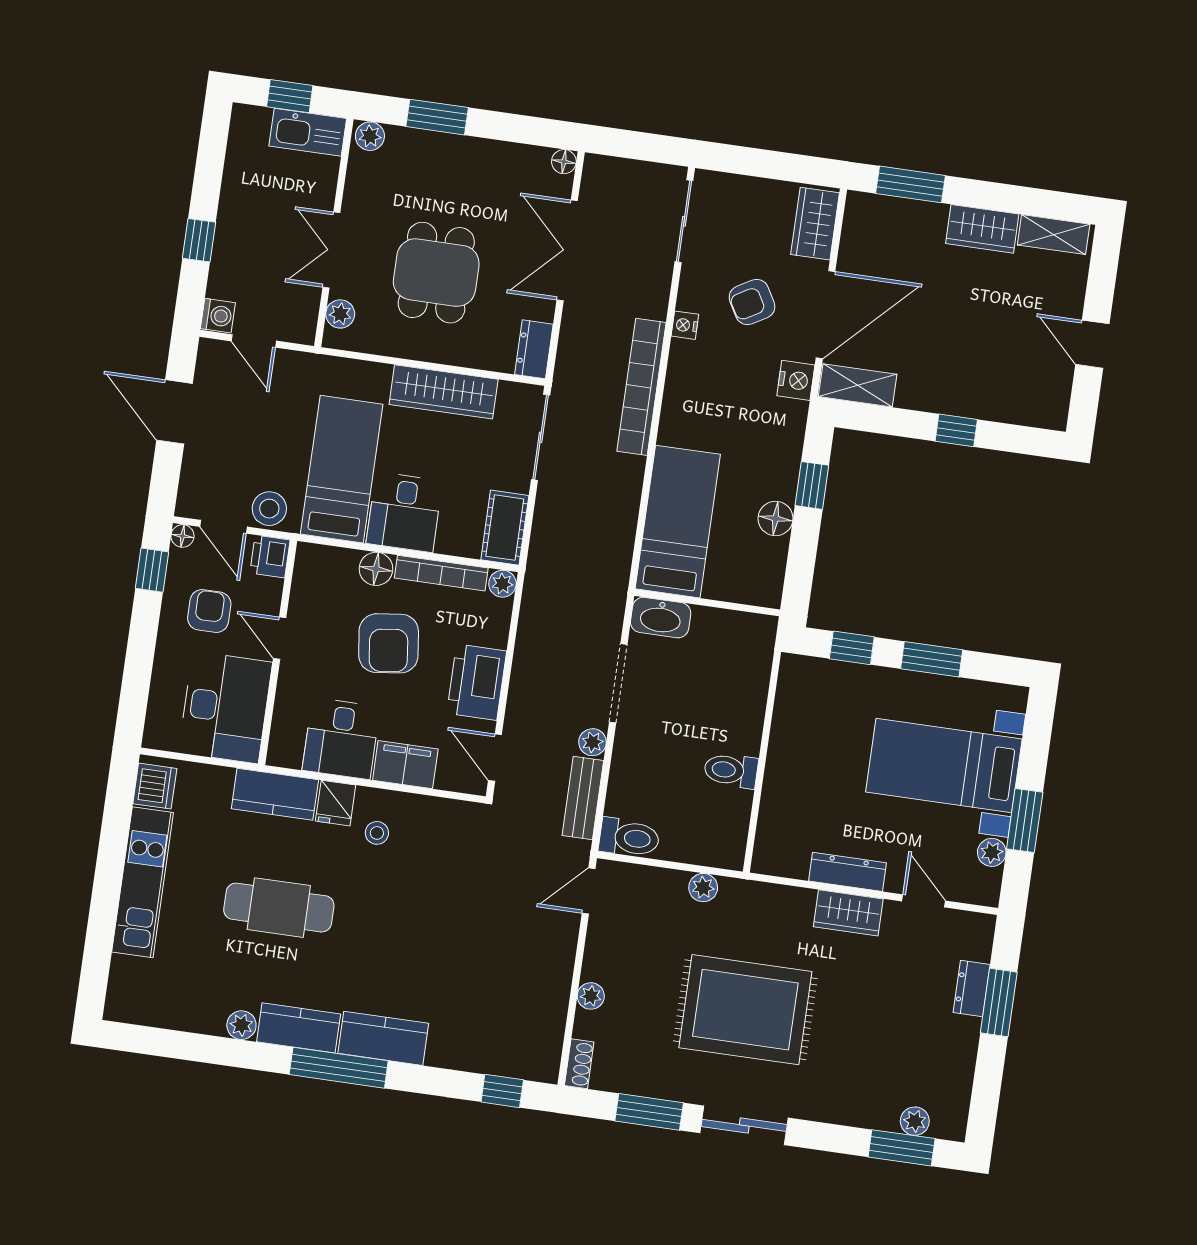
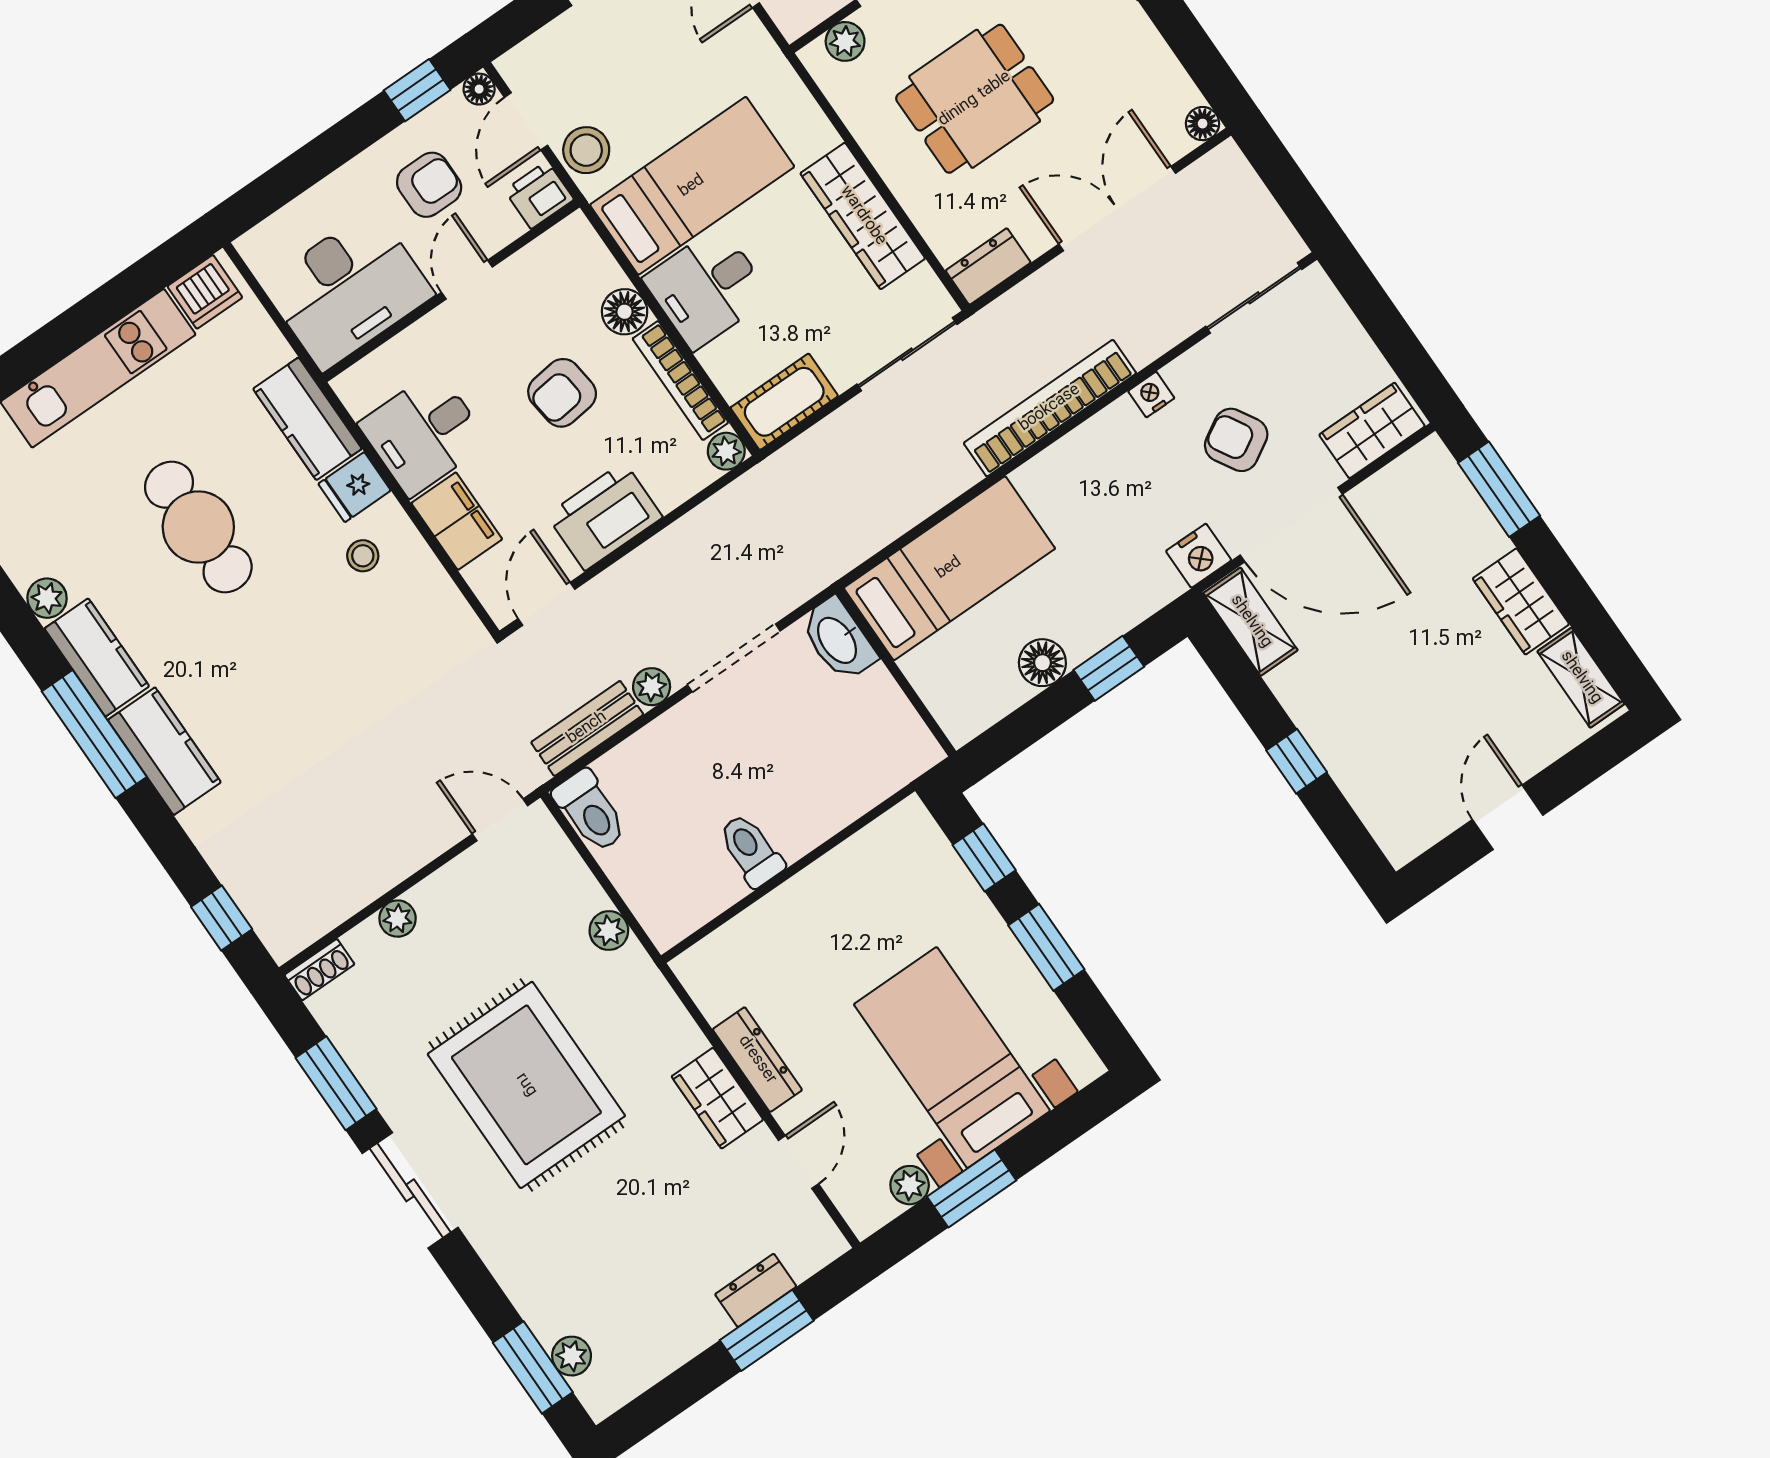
armchair: (389, 643) -> (562, 393), width x0.72, depth x0.72

